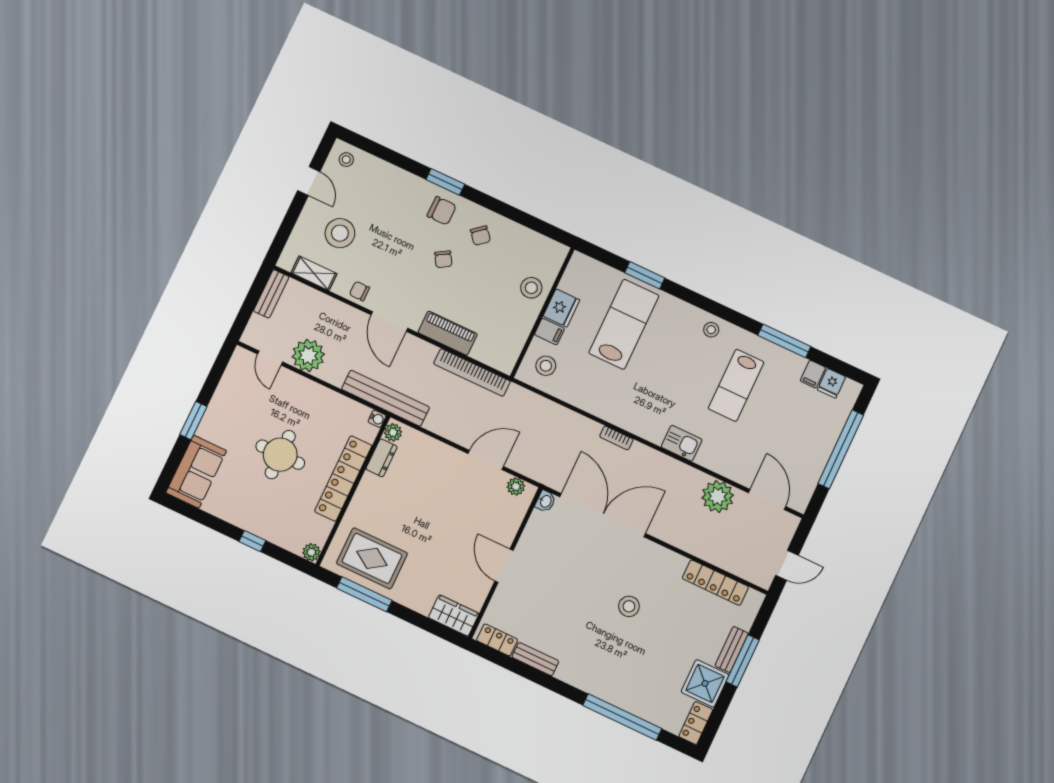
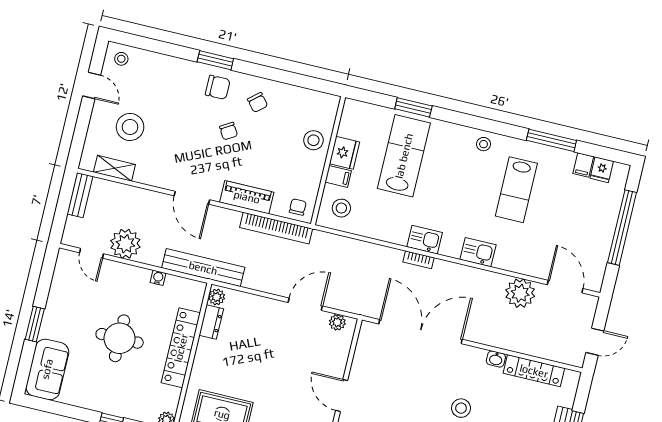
chair: (359, 291) -> (298, 207), moved, turned 90
kitchen sink: (627, 418) -> (425, 240), added
water cooler: (377, 419) -> (158, 278), moved, turned -90
washbasin: (545, 501) -> (496, 359), moved, turned 90

